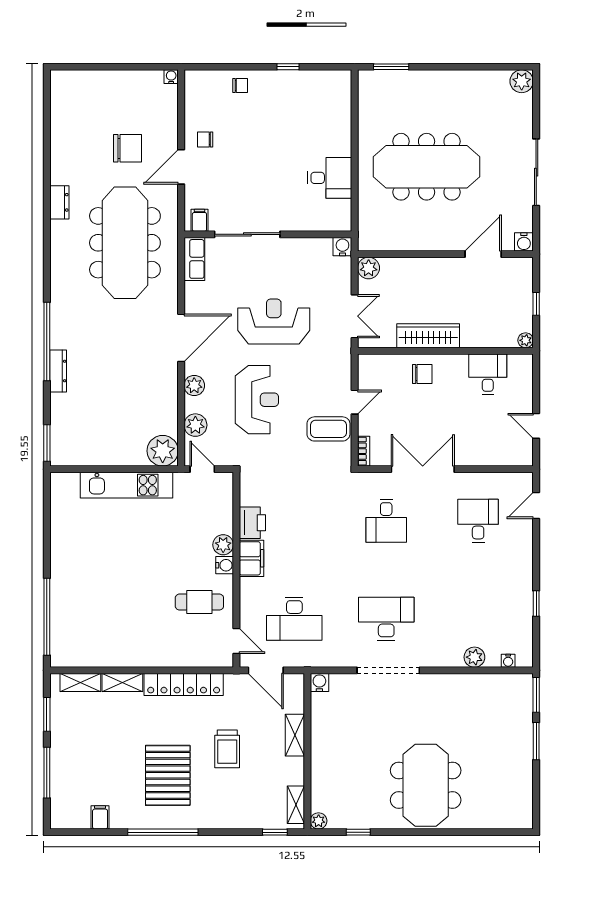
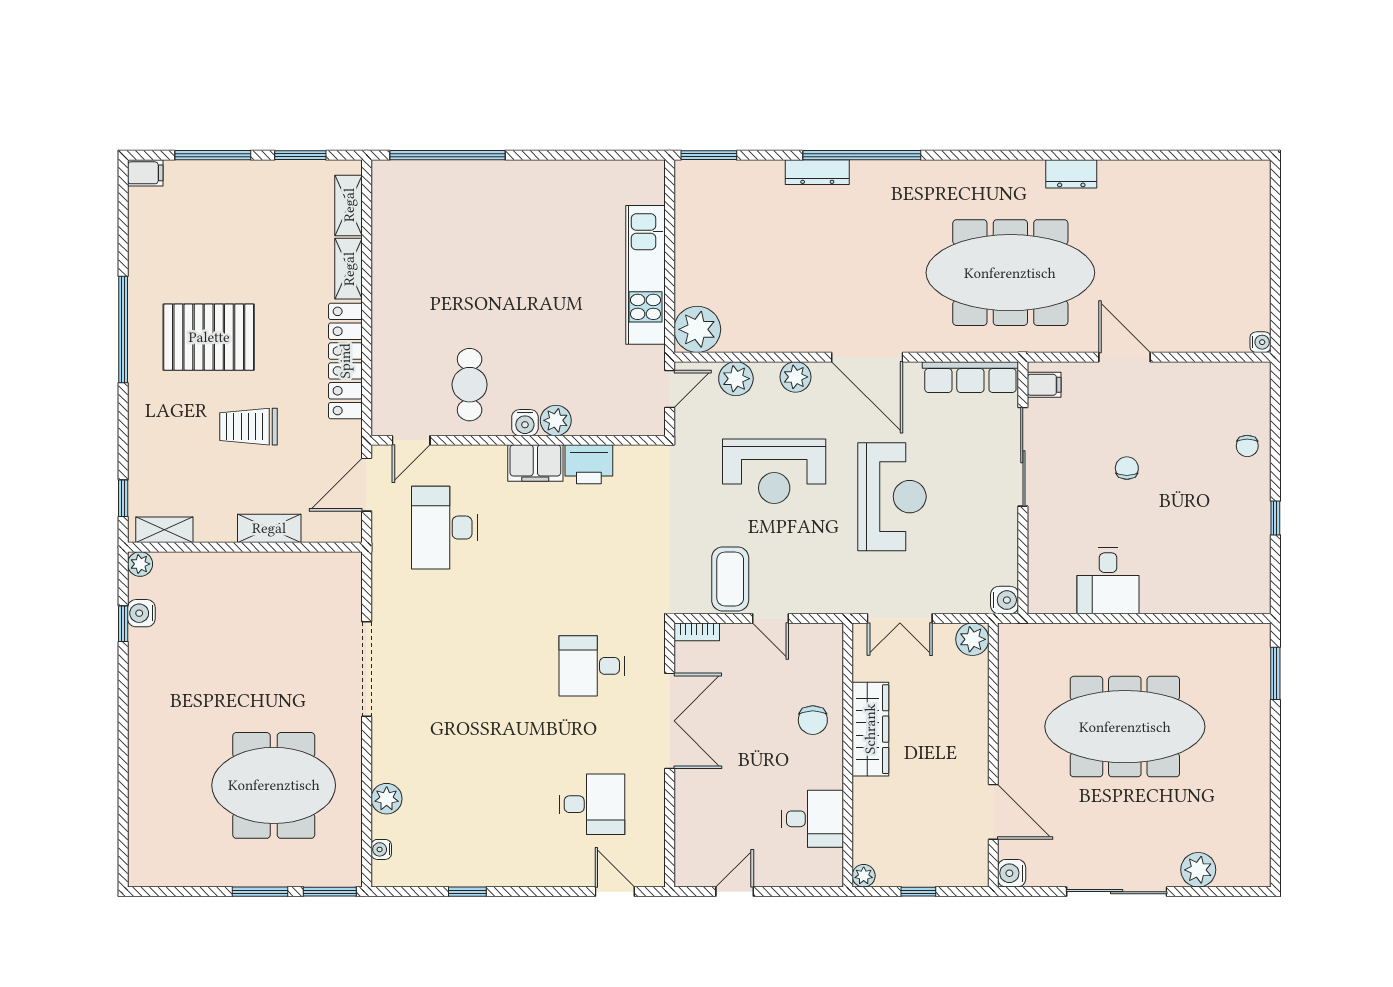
plant: (522, 81) -> (1198, 870), moved
chair: (205, 139) -> (1127, 468), moved
chair: (127, 148) -> (1153, 276), removed
meeting table: (427, 167) -> (1125, 727), turned 90
row of seats: (194, 259) -> (970, 377), width x1.48
desk: (386, 619) -> (444, 666), removed
water cooler: (319, 682) -> (141, 613), moved, turned 180
meeting table: (426, 785) -> (274, 785), moved
filing cabinet: (100, 817) -> (145, 173), moved

